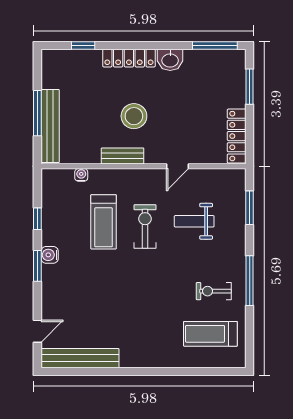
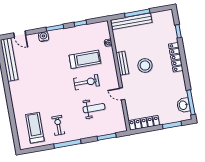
washbasin: (170, 60) -> (183, 105), moved
weight bench: (194, 221) -> (94, 108), turned 90
treadmill: (104, 222) -> (85, 59), turned 180
water cooler: (50, 255) -> (44, 37), moved

